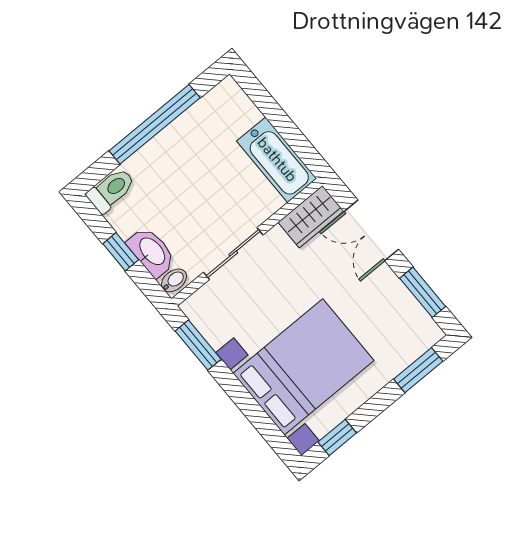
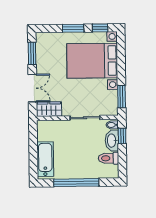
bathtub: (277, 160) -> (45, 159), moved
toilet: (111, 190) -> (109, 158), moved
window: (121, 252) -> (122, 136), moved
window: (418, 370) -> (73, 28), moved

